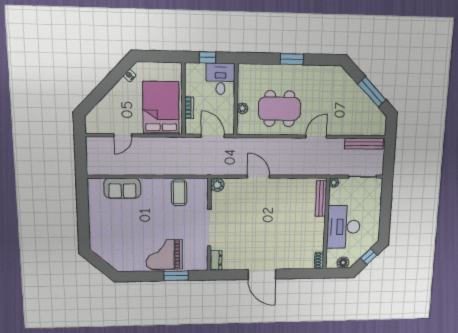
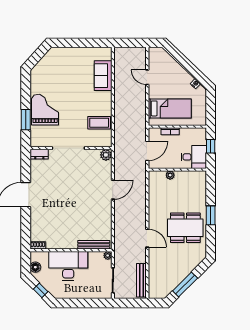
bed: (161, 108) -> (170, 108), width x0.67
dining table: (279, 109) -> (185, 228), moved, turned 90

